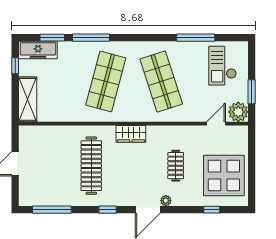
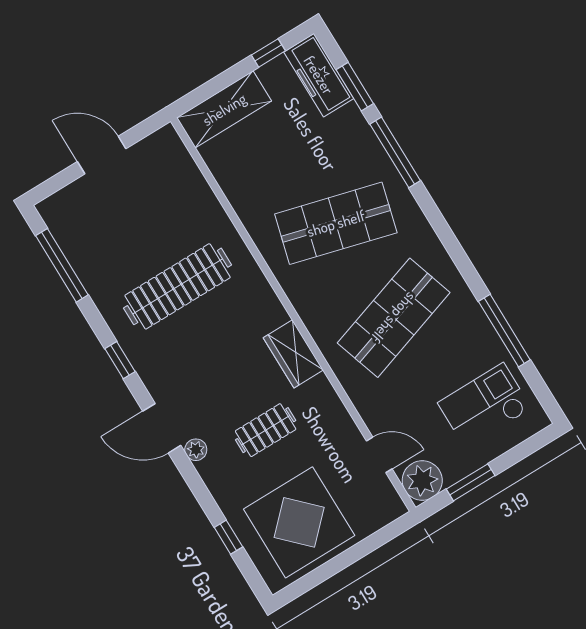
wardrobe: (131, 134) -> (293, 354), moved

